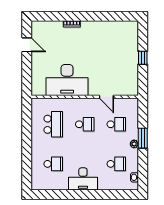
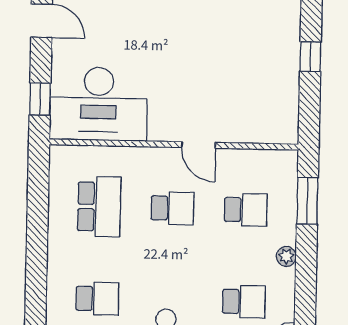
window: (27, 78) -> (40, 99), added
desk: (67, 80) -> (98, 104), moved
door: (106, 97) -> (199, 145), moved
window: (143, 138) -> (307, 201), moved

